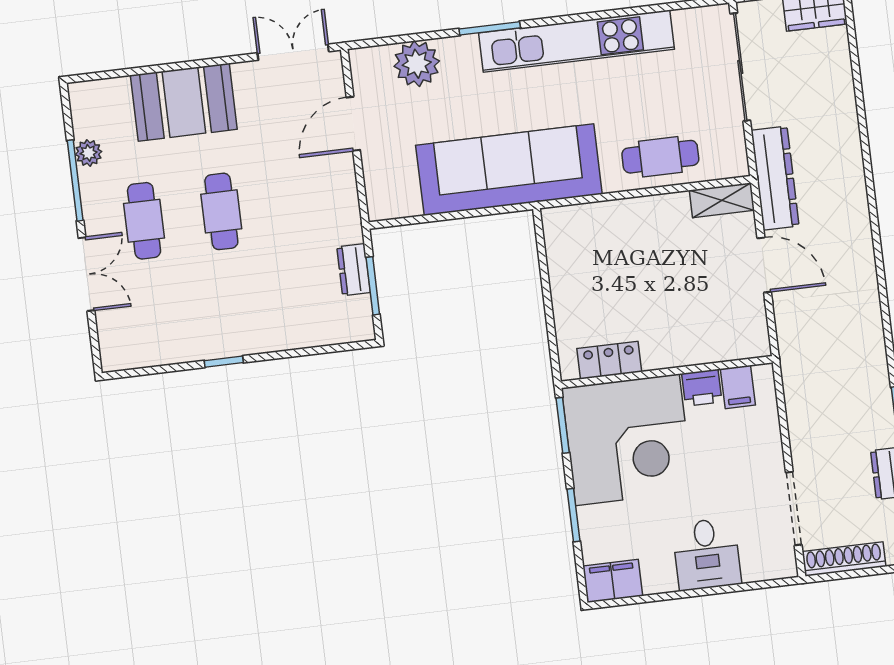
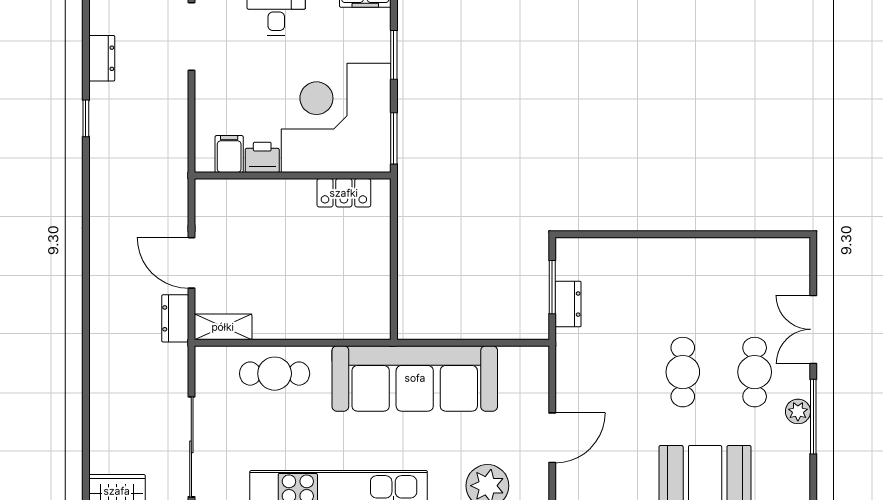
plant: (89, 153) -> (798, 411), moved
dresser: (775, 178) -> (175, 318), width x0.51, depth x0.80
window: (224, 362) -> (697, 234), removed

